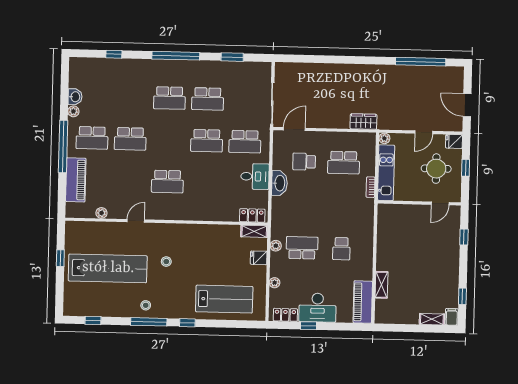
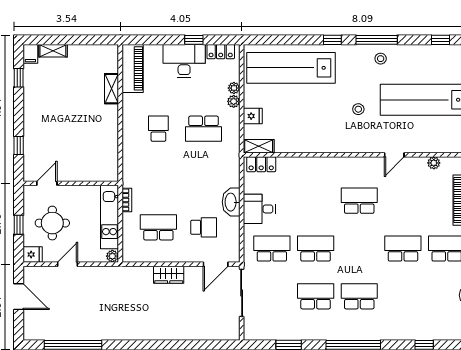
wardrobe: (363, 122) -> (169, 275), moved
plant: (276, 246) -> (234, 101), moved
lab bench: (224, 299) -> (291, 68), width x1.36

